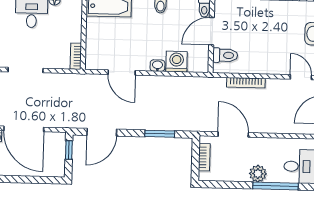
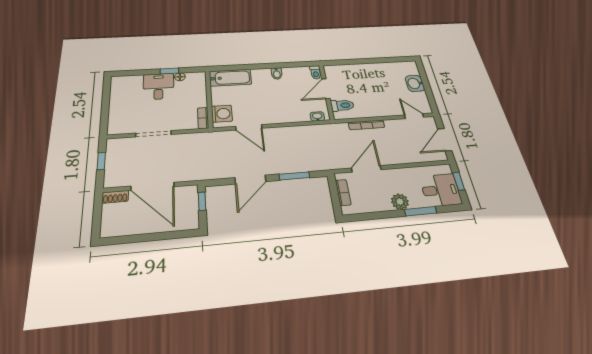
washing machine: (177, 62) -> (222, 114), moved, turned 90
washbasin: (157, 66) -> (317, 116), moved
door: (102, 132) -> (250, 180), moved
door: (233, 134) -> (366, 169), hinge flipped
window: (276, 186) -> (421, 211), width x0.69

